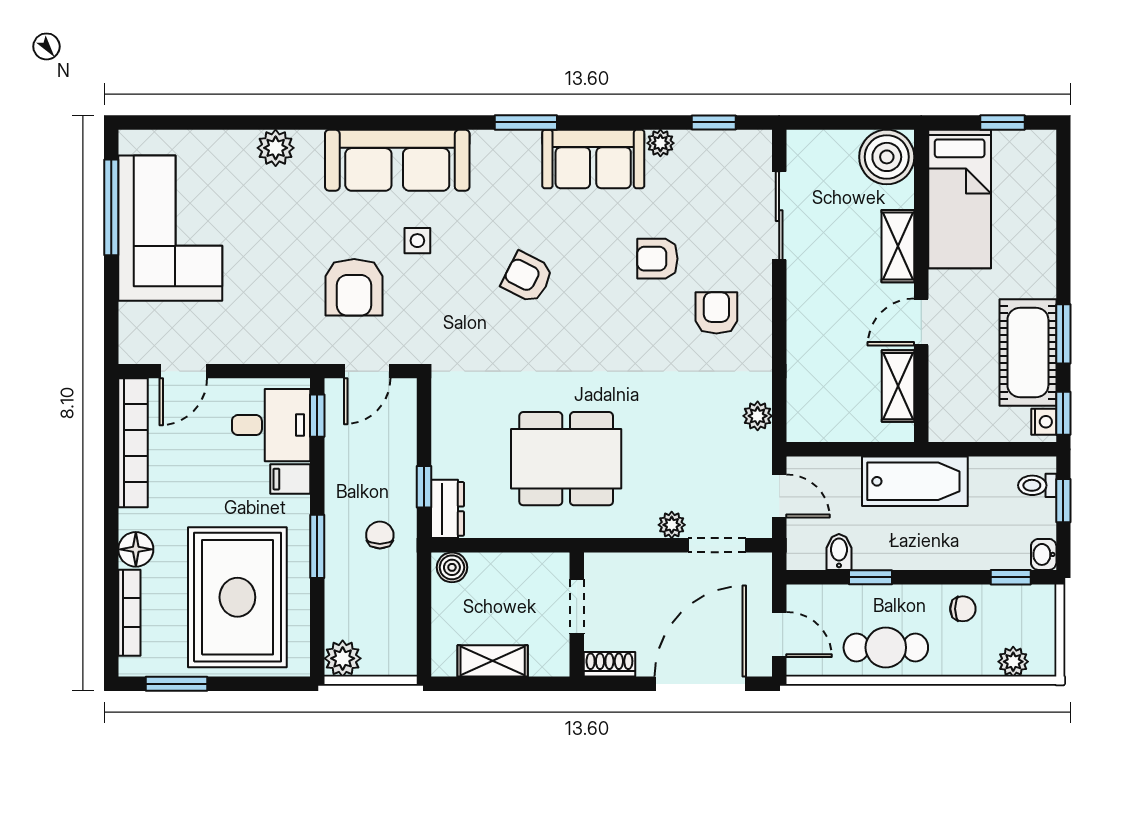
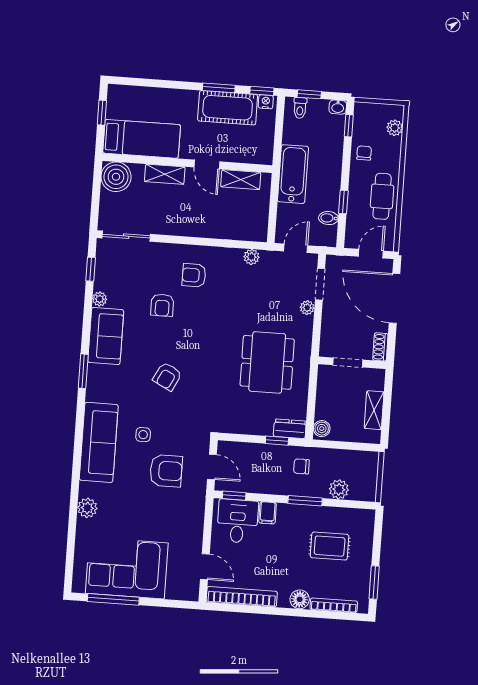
sliding door: (779, 216) -> (126, 236), moved
rug: (237, 597) -> (330, 546), width x0.54, depth x0.49
plant: (343, 658) -> (339, 489), moved

